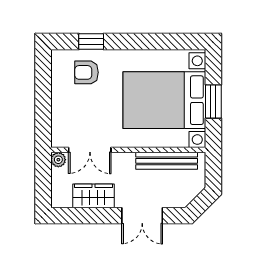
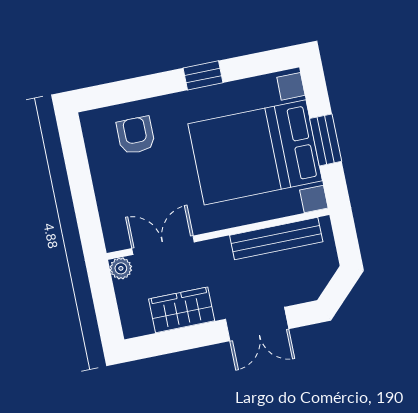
window: (91, 41) -> (203, 75), moved
armchair: (86, 72) -> (136, 135), turned 90
double door: (90, 150) -> (163, 245), swing flipped

